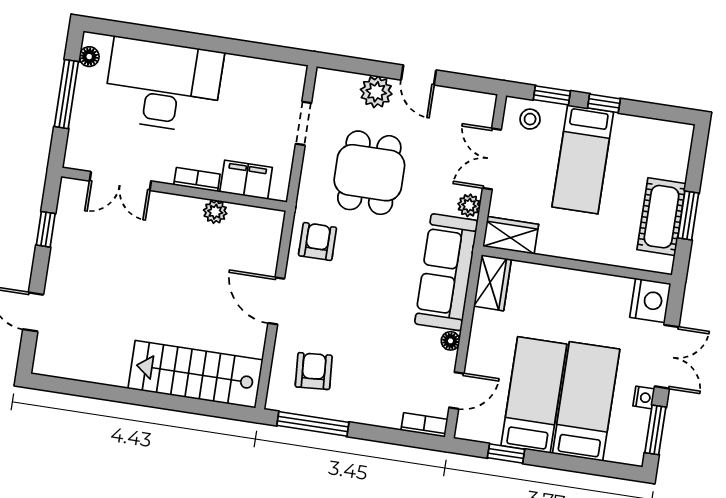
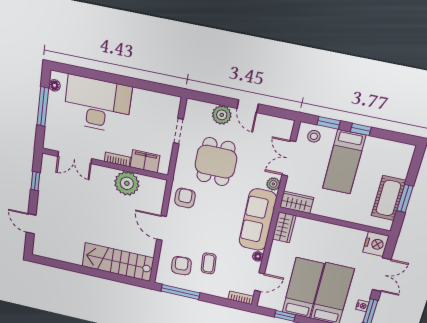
plant: (215, 212) -> (127, 183), width x1.87, depth x1.87
coffee table: (363, 362) -> (209, 263), added
nightstand: (644, 397) -> (362, 306), moved

